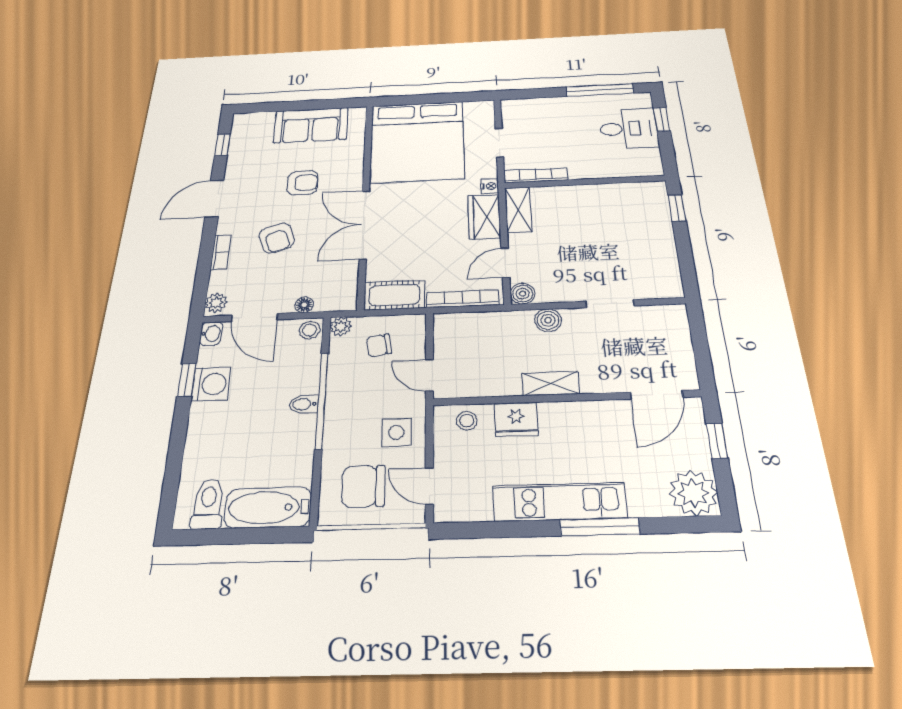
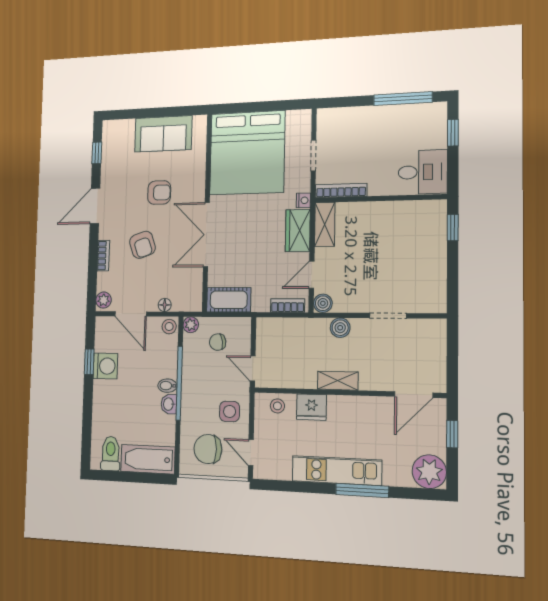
desk: (628, 129) -> (423, 172), moved
bookcase: (462, 299) -> (288, 305), width x0.64
washbasin: (211, 334) -> (169, 404), moved, turned 180

